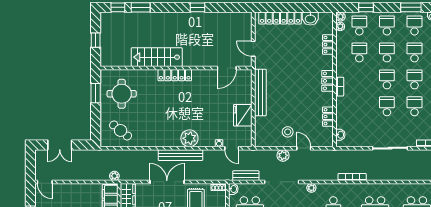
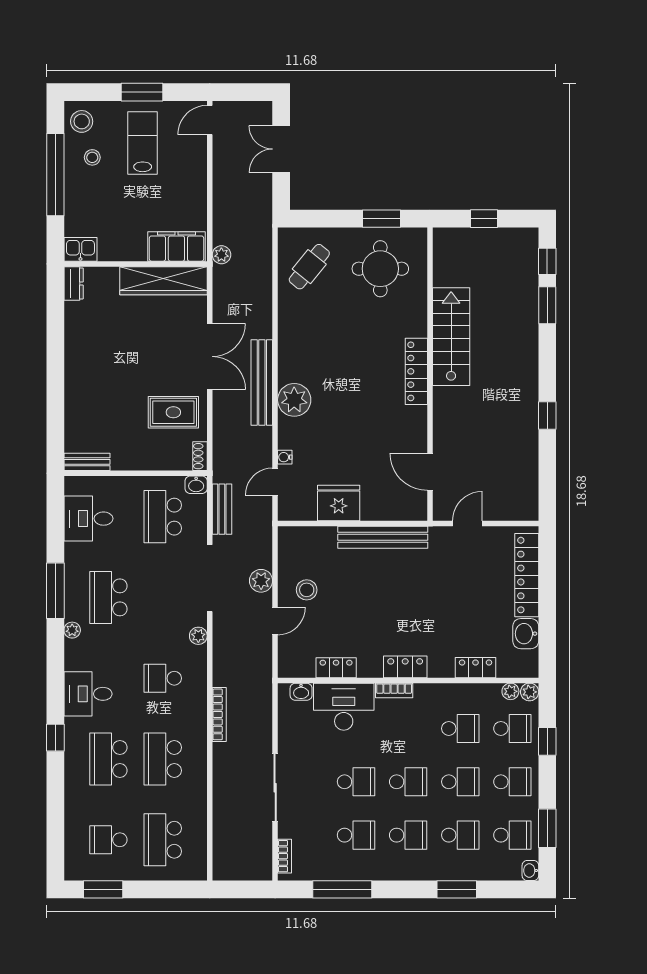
desk: (348, 113) -> (344, 707), added

